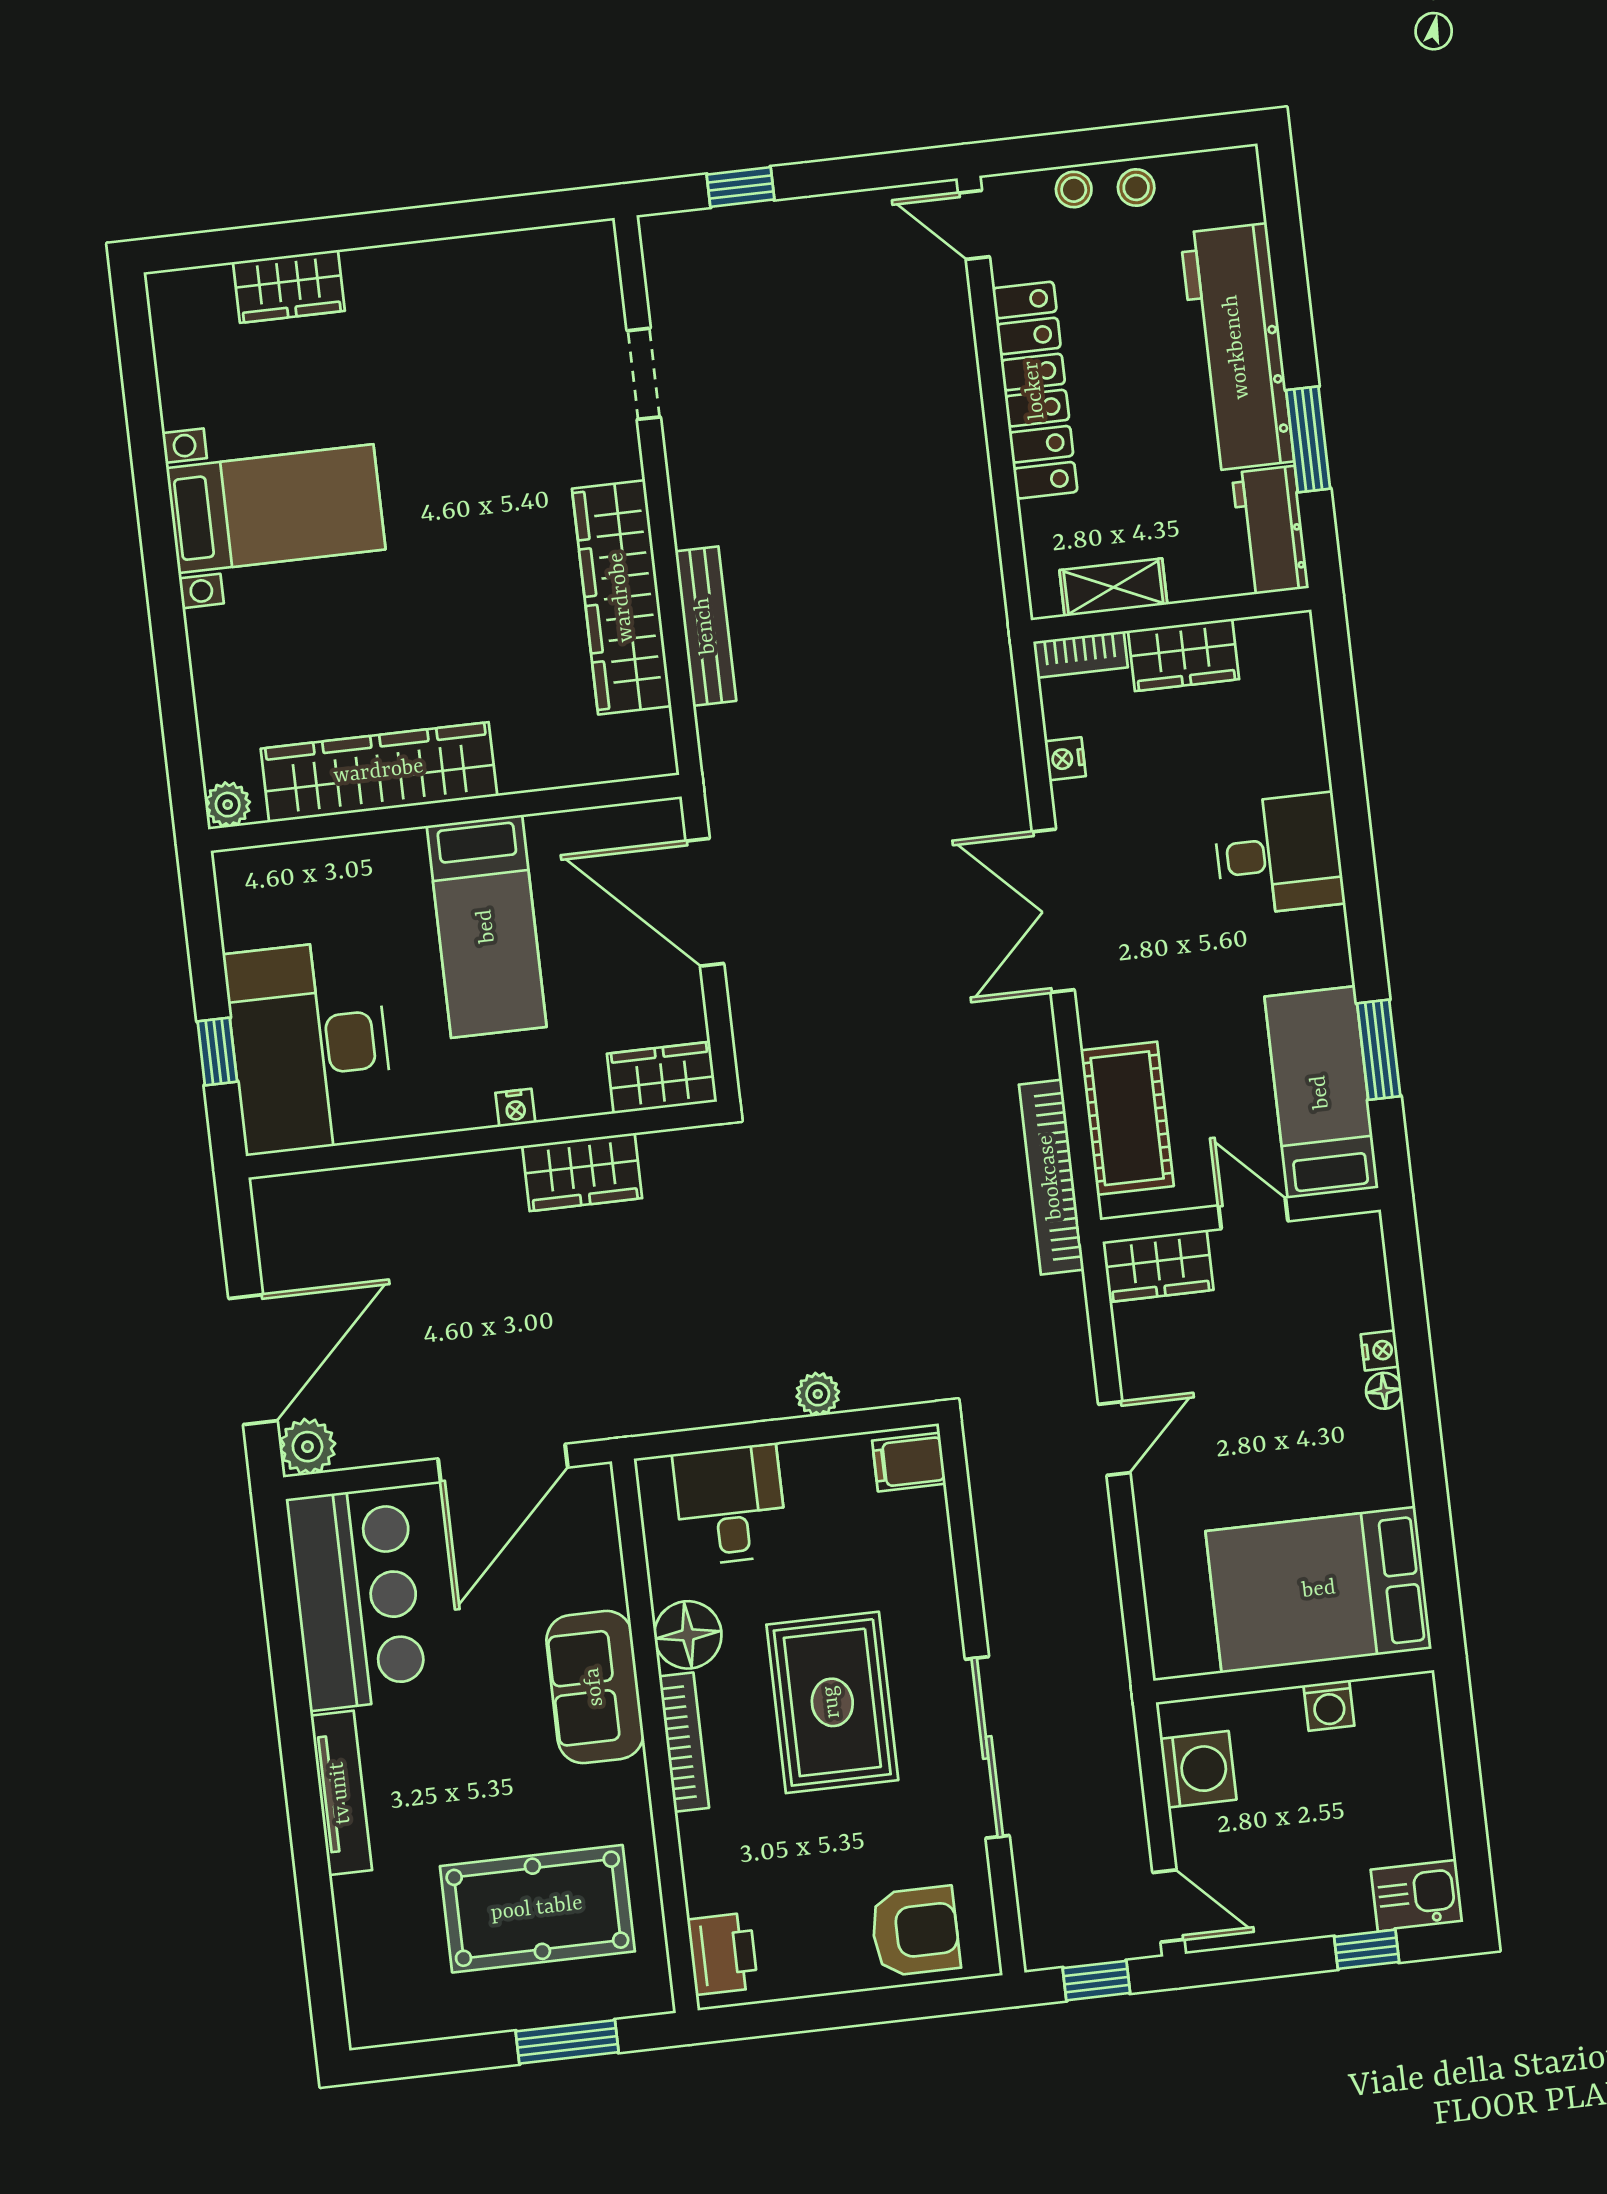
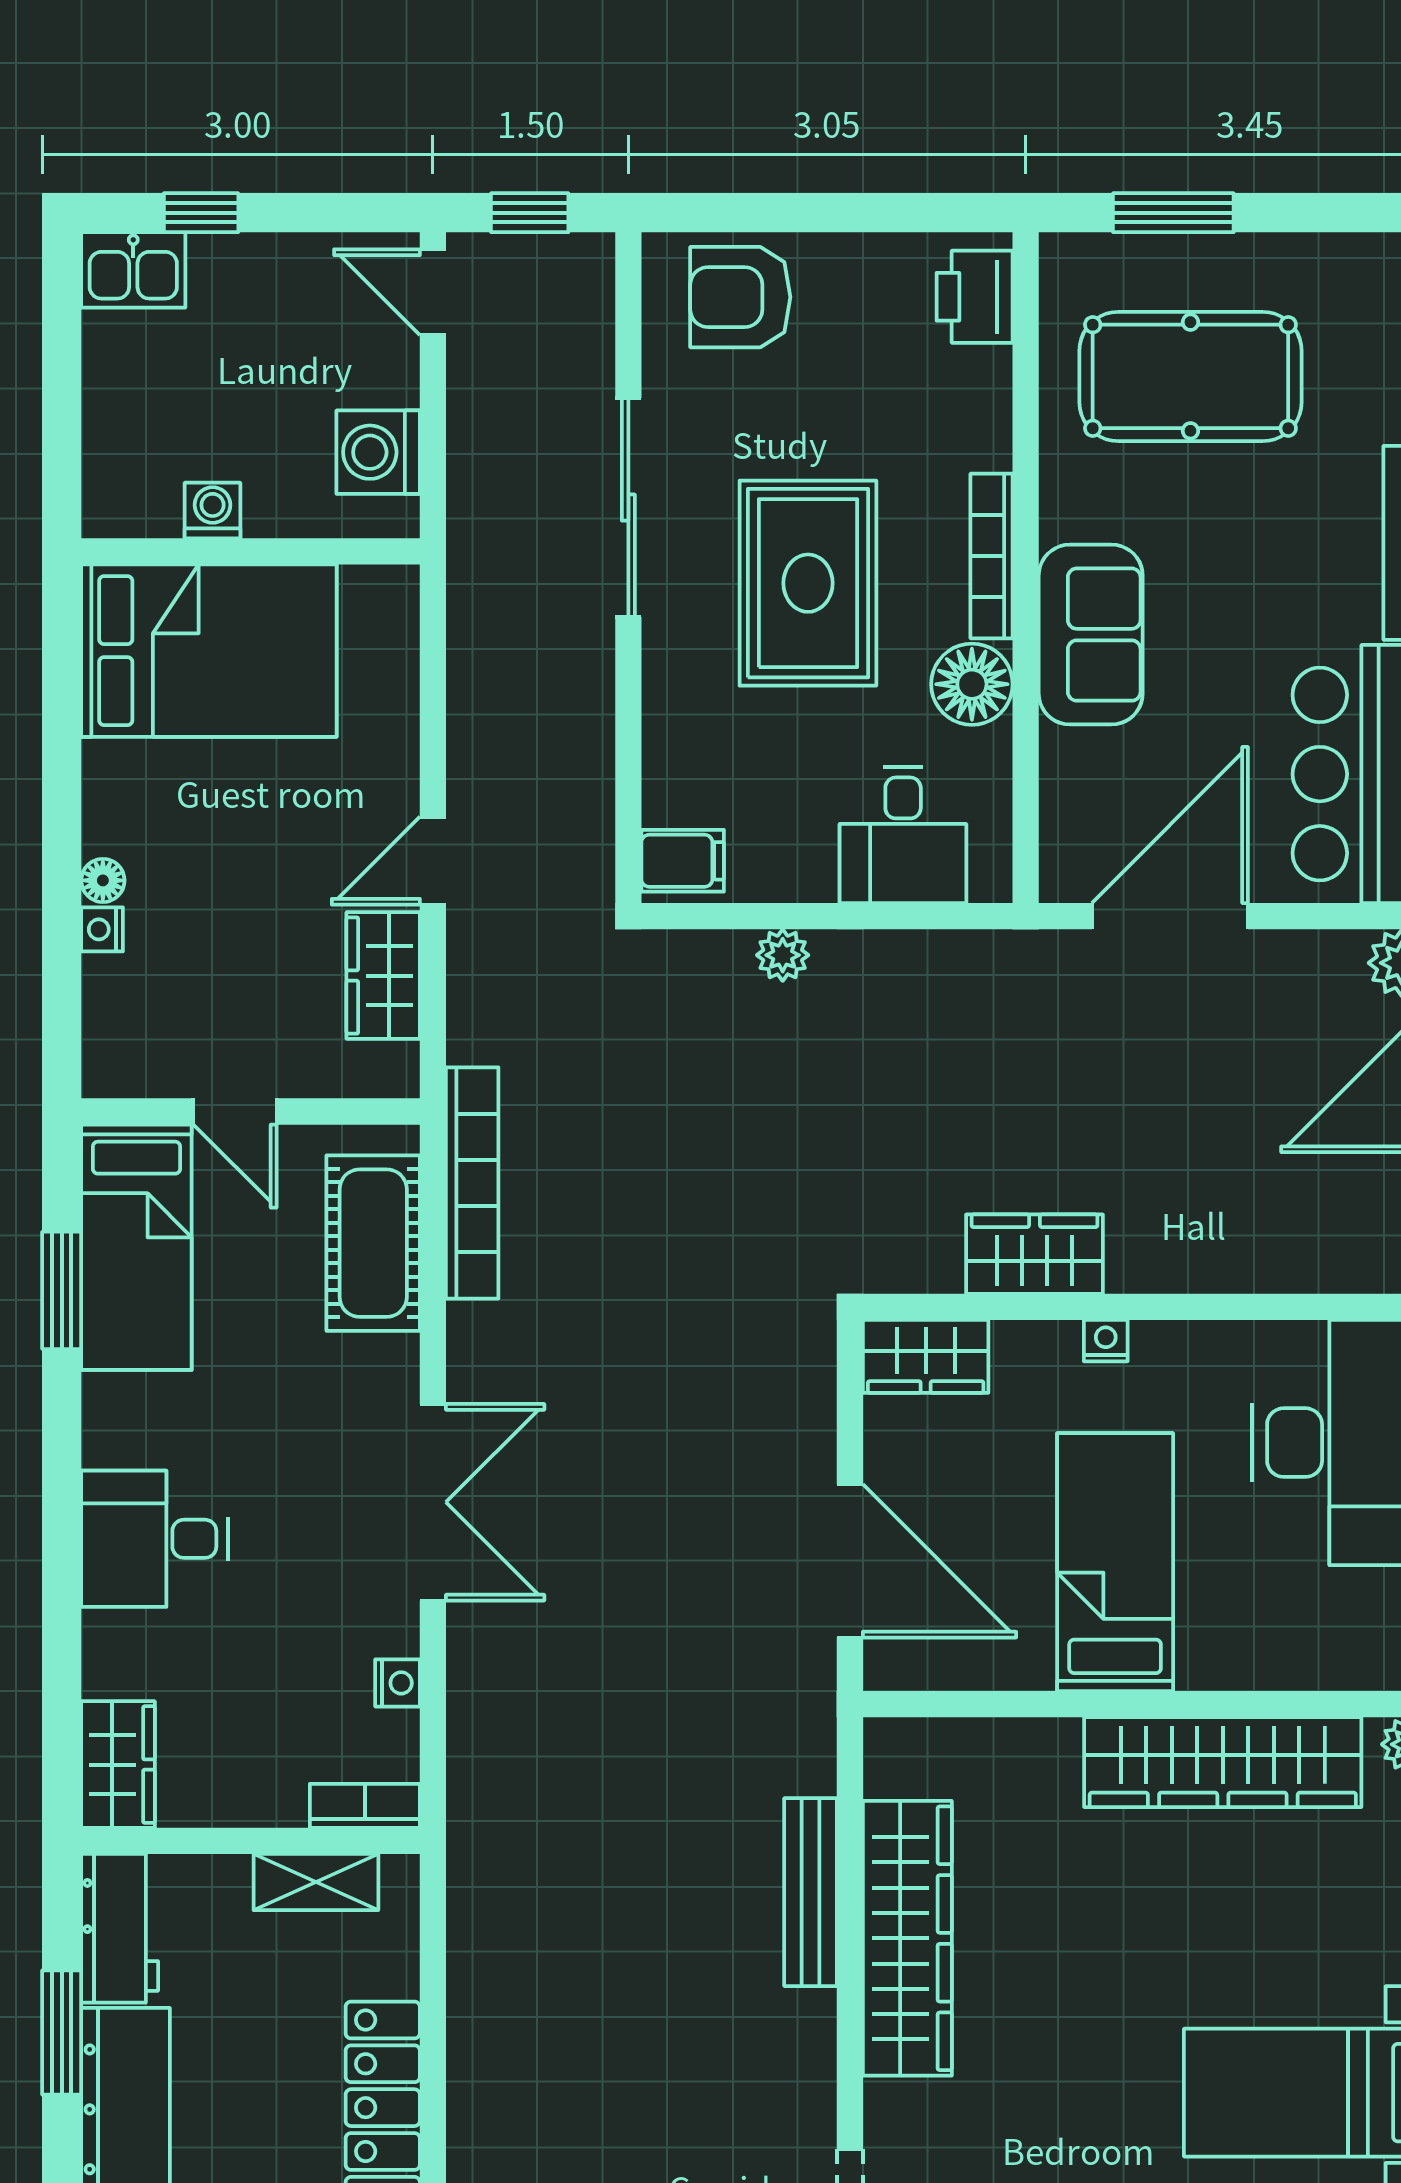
wardrobe: (1183, 655) -> (118, 1765), moved, turned 90
wardrobe: (1158, 1266) -> (383, 976), moved, turned -90

